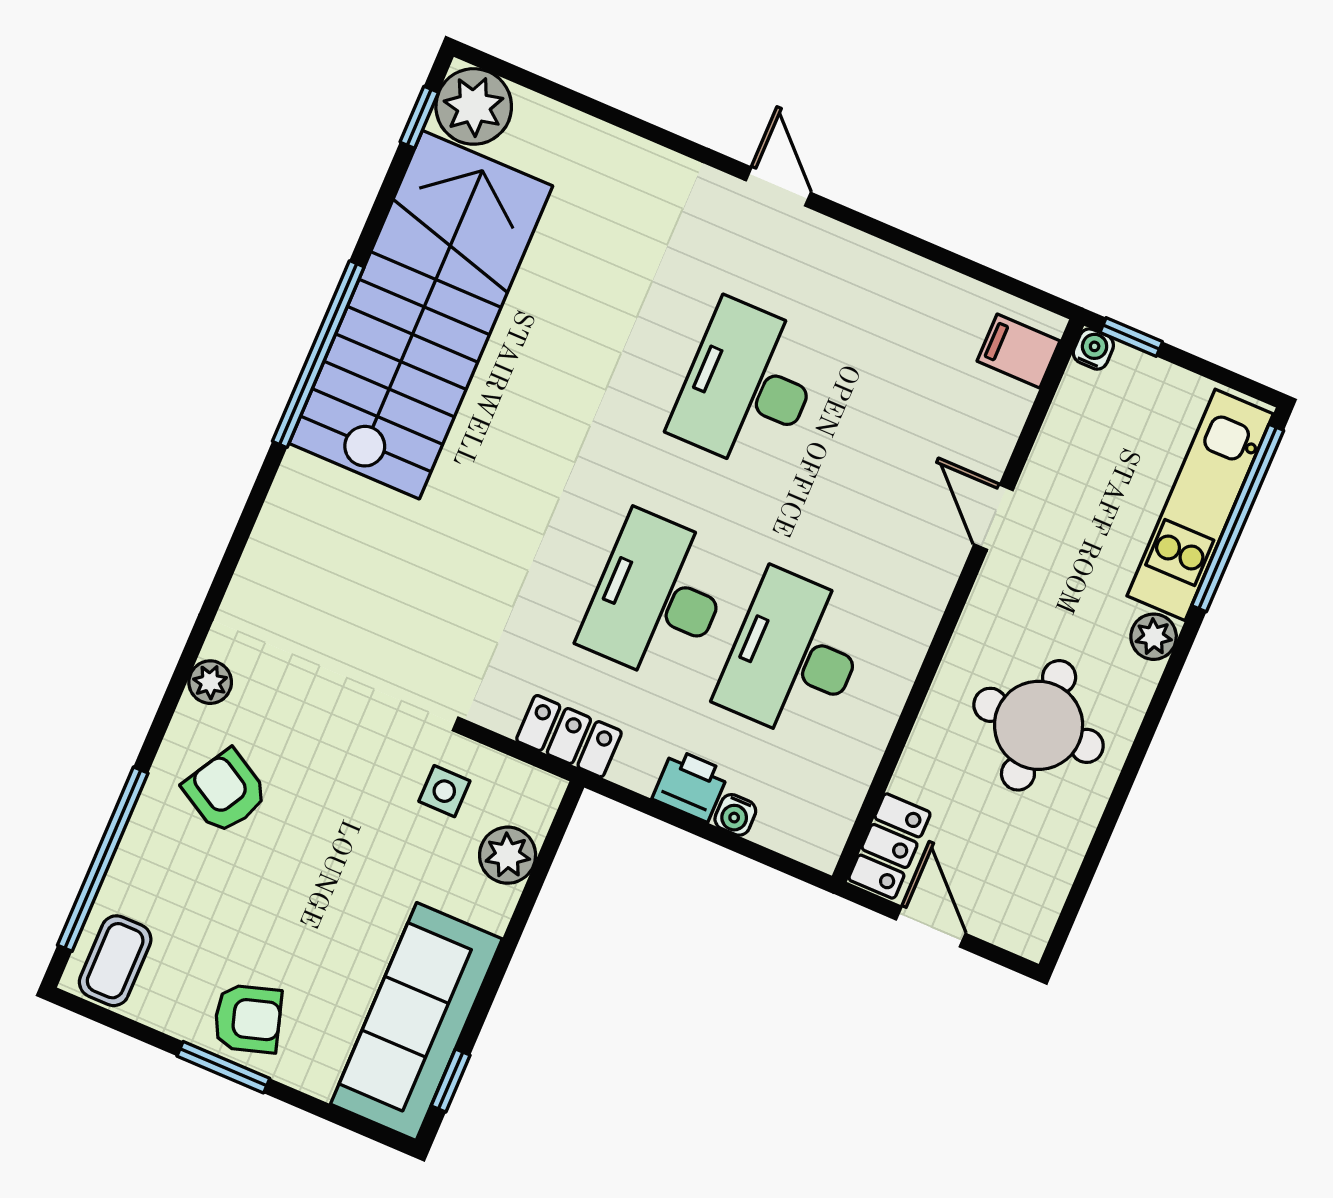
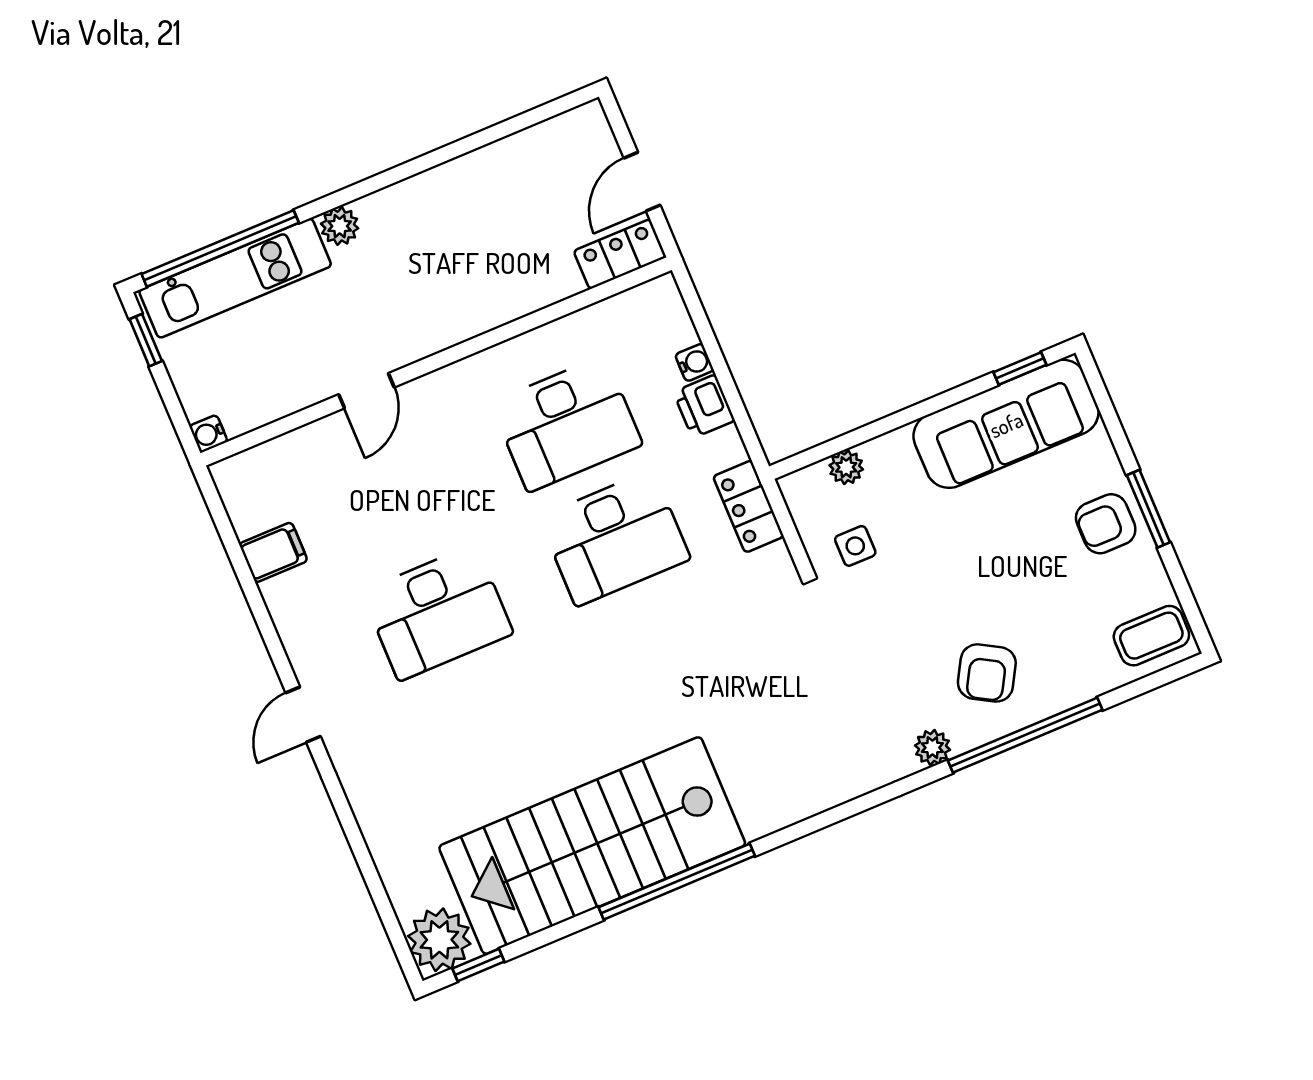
window: (1131, 337) -> (146, 340), moved
filing cabinet: (1018, 351) -> (273, 552), moved, turned -90
round table: (1039, 725) -> (460, 240), removed
plant: (508, 855) -> (846, 467), width x0.73, depth x0.73
window: (103, 859) -> (1025, 735), moved
armchair: (248, 1019) -> (1106, 524), turned -73

